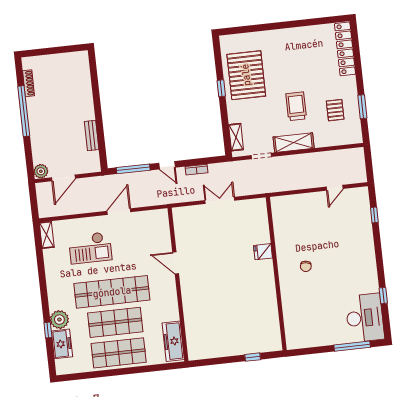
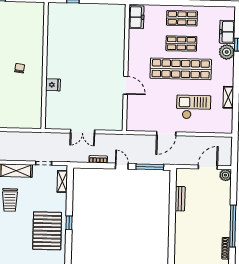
shelving: (47, 235) -> (228, 97), moved
shop shelf: (115, 322) -> (181, 44), width x0.70, depth x0.74
freezer: (173, 341) -> (136, 17), width x0.71
shop shelf: (119, 353) -> (182, 18), width x0.70, depth x0.74

